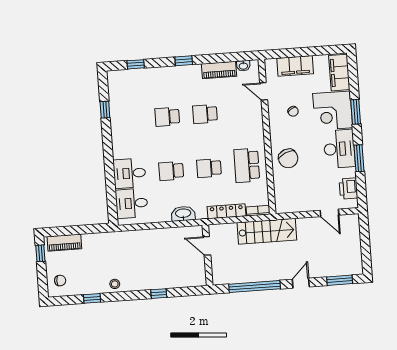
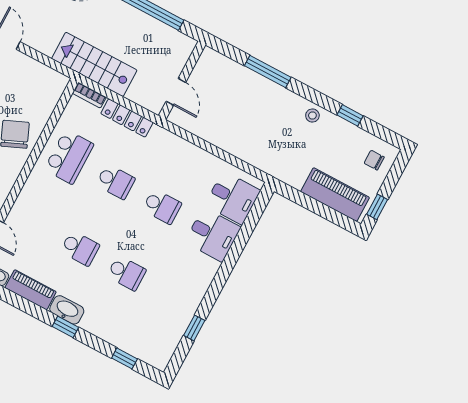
washbasin: (183, 214) -> (67, 310), moved, turned 180
piano: (64, 243) -> (335, 195), width x1.37, depth x1.33
window: (159, 294) -> (268, 71), width x2.17

